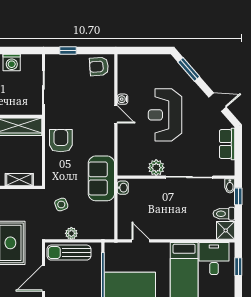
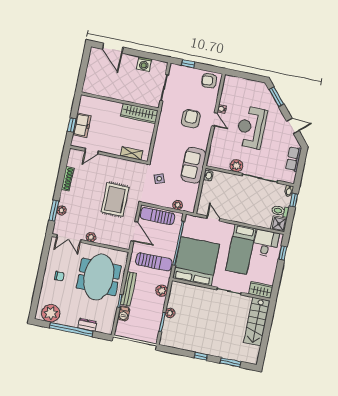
armchair: (61, 141) -> (191, 119), moved
plant: (71, 233) -> (178, 205), moved
door: (43, 278) -> (134, 231), swing flipped

